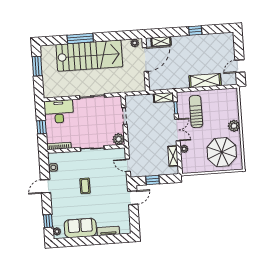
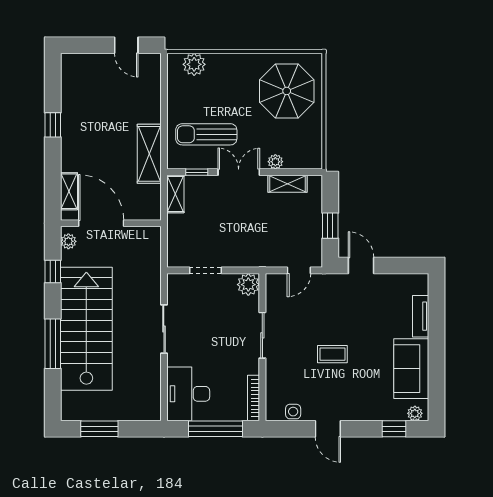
window: (118, 36) -> (53, 271), added
shelving: (205, 81) -> (149, 154), moved
plant: (234, 126) -> (194, 64), moved
window: (41, 127) -> (216, 429), width x2.17

